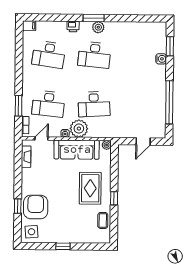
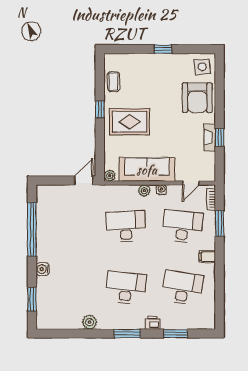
window: (55, 18) -> (176, 334), added
filing cabinet: (29, 26) -> (207, 257), moved
plant: (98, 27) -> (90, 322), moved
water cooler: (161, 59) -> (43, 269), moved
plant: (79, 129) -> (144, 191), width x0.53, depth x0.53
door: (143, 141) -> (84, 181), moved
fireplace: (26, 157) -> (210, 137), moved
rug: (90, 188) -> (130, 122), turned 90
window: (18, 206) -> (220, 138), moved

